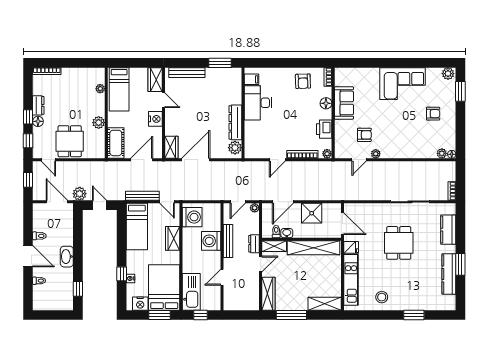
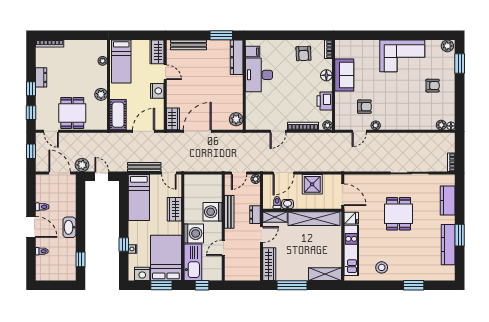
floor lamp: (38, 121) -> (41, 93), removed
dresser: (235, 122) -> (237, 57), moved
washing machine: (192, 217) -> (194, 233), moved

